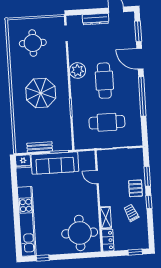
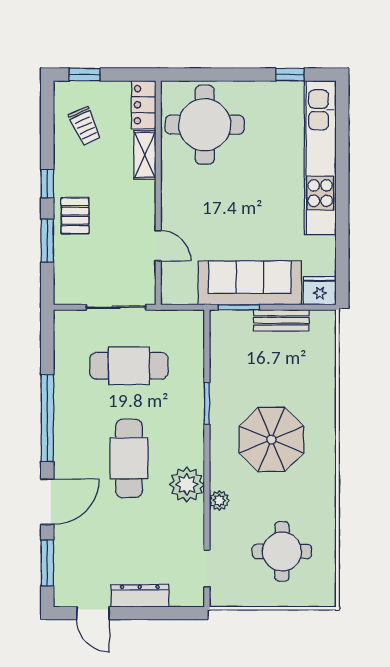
door: (140, 59) -> (47, 502), hinge flipped
plant: (62, 64) -> (219, 500), added
trolley: (131, 213) -> (85, 126), moved

